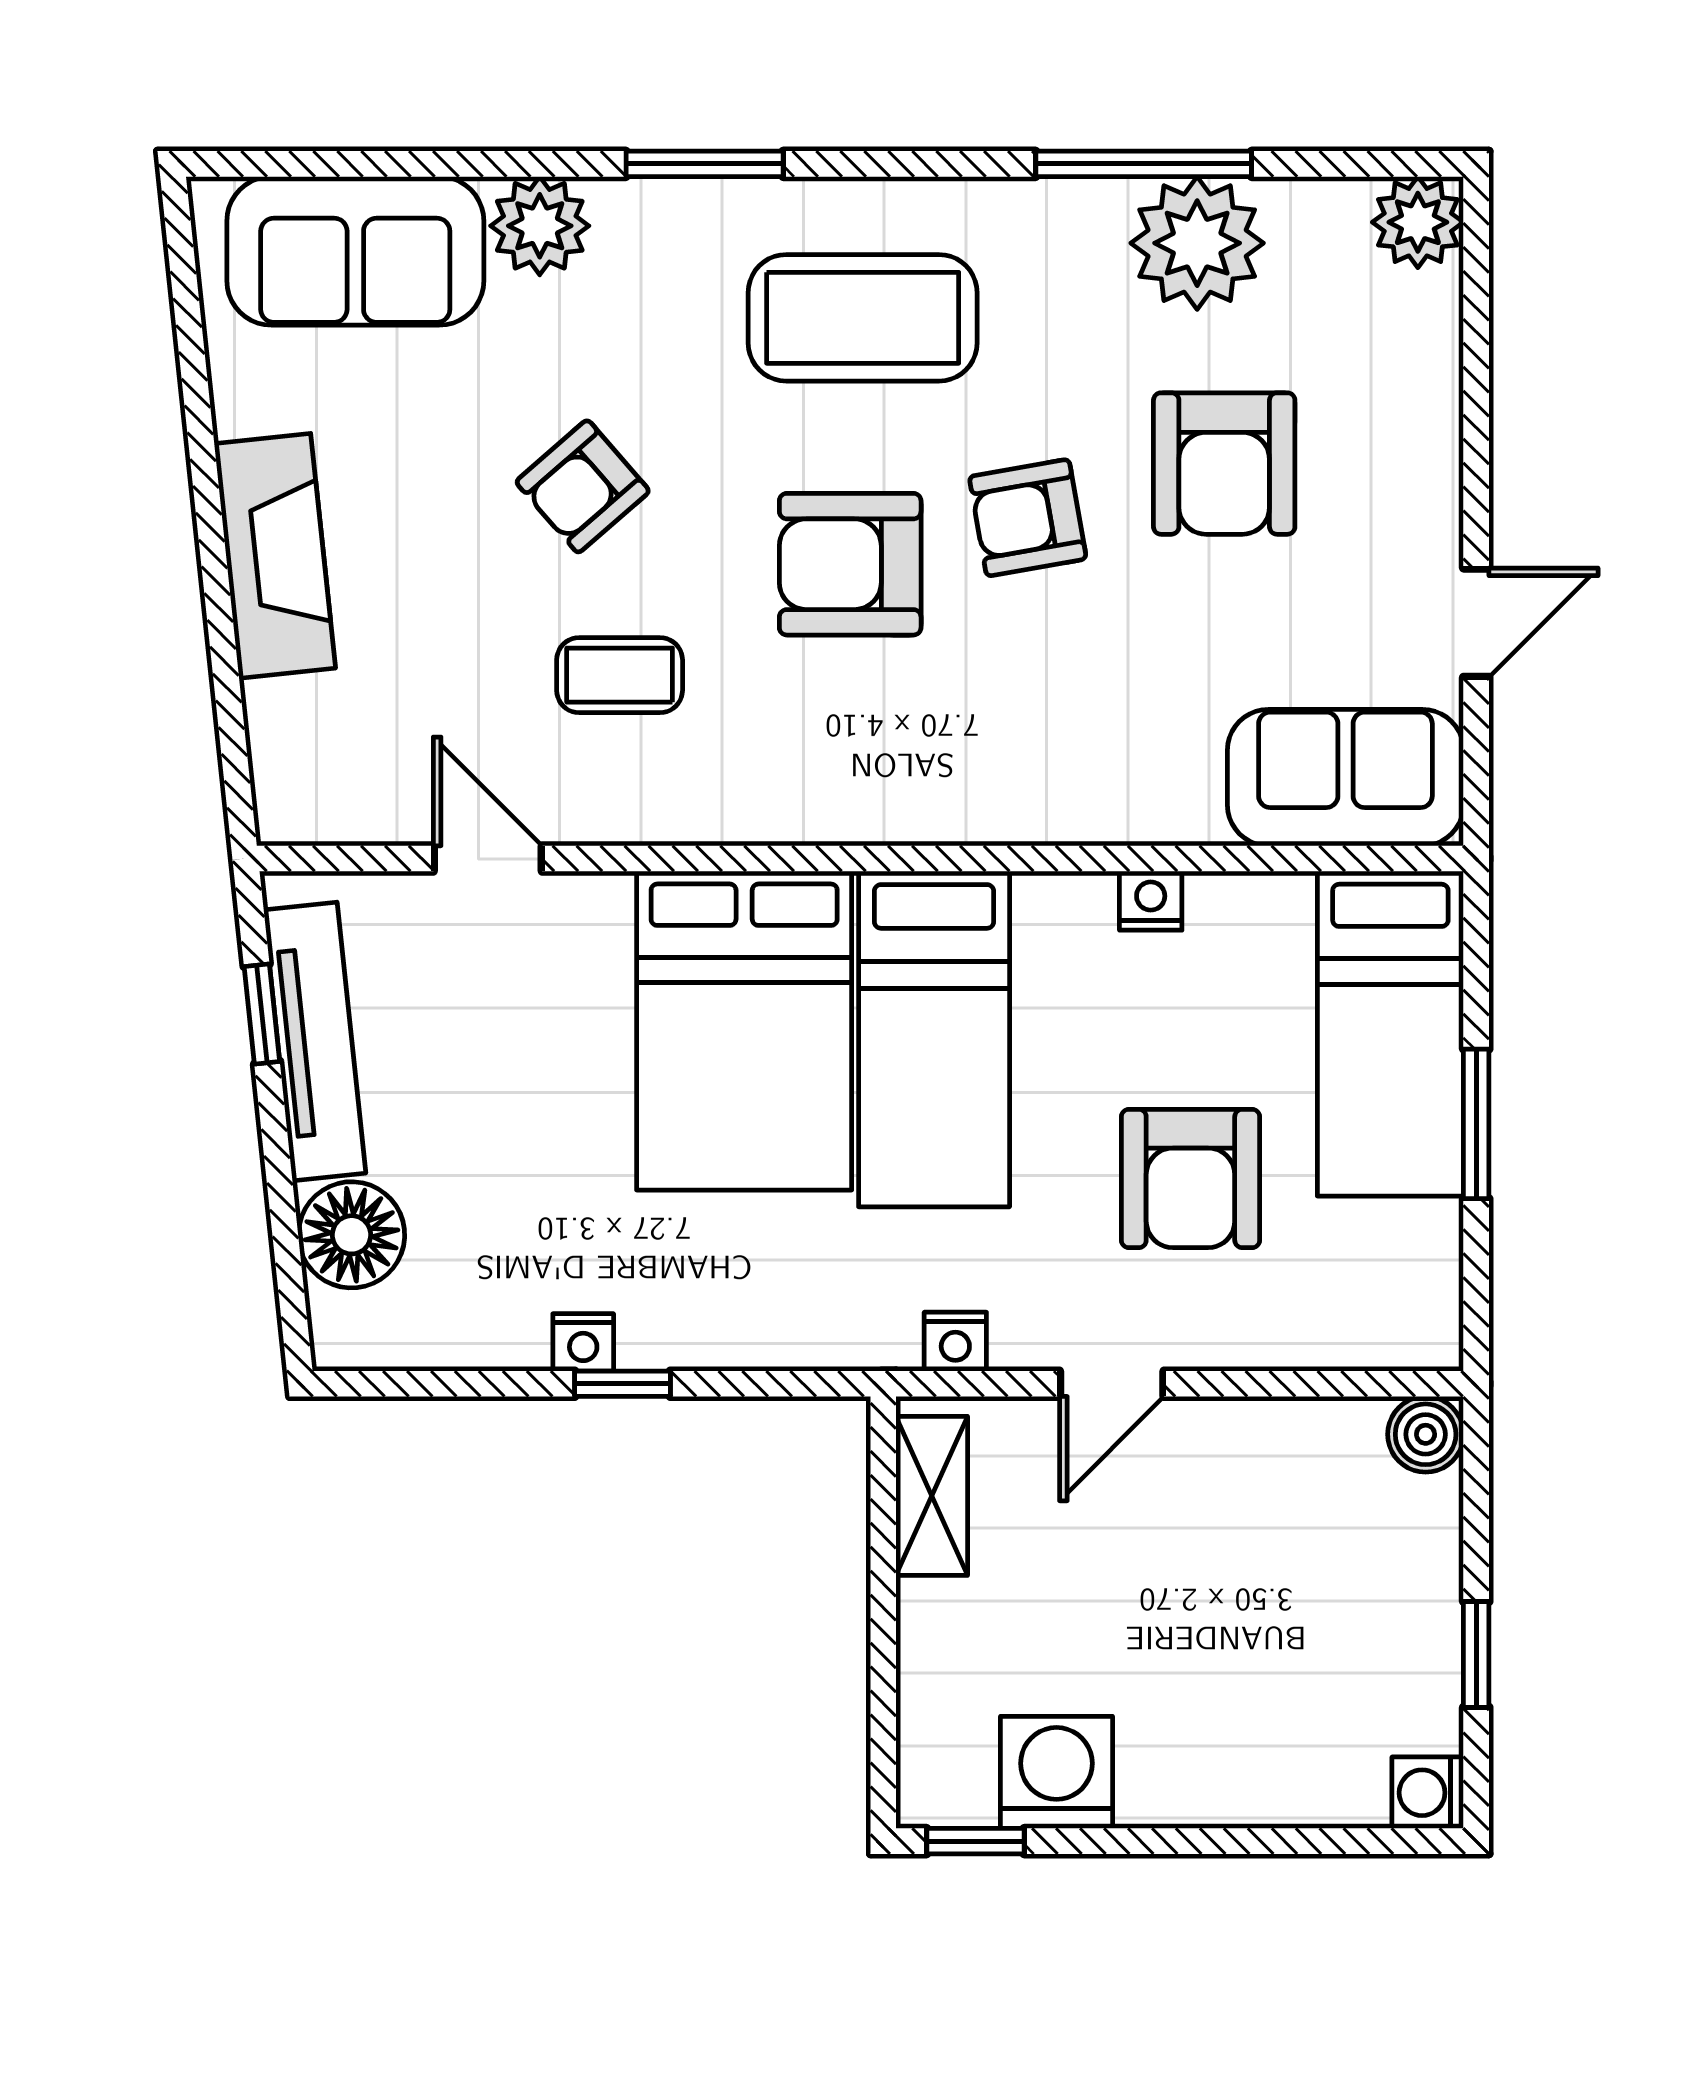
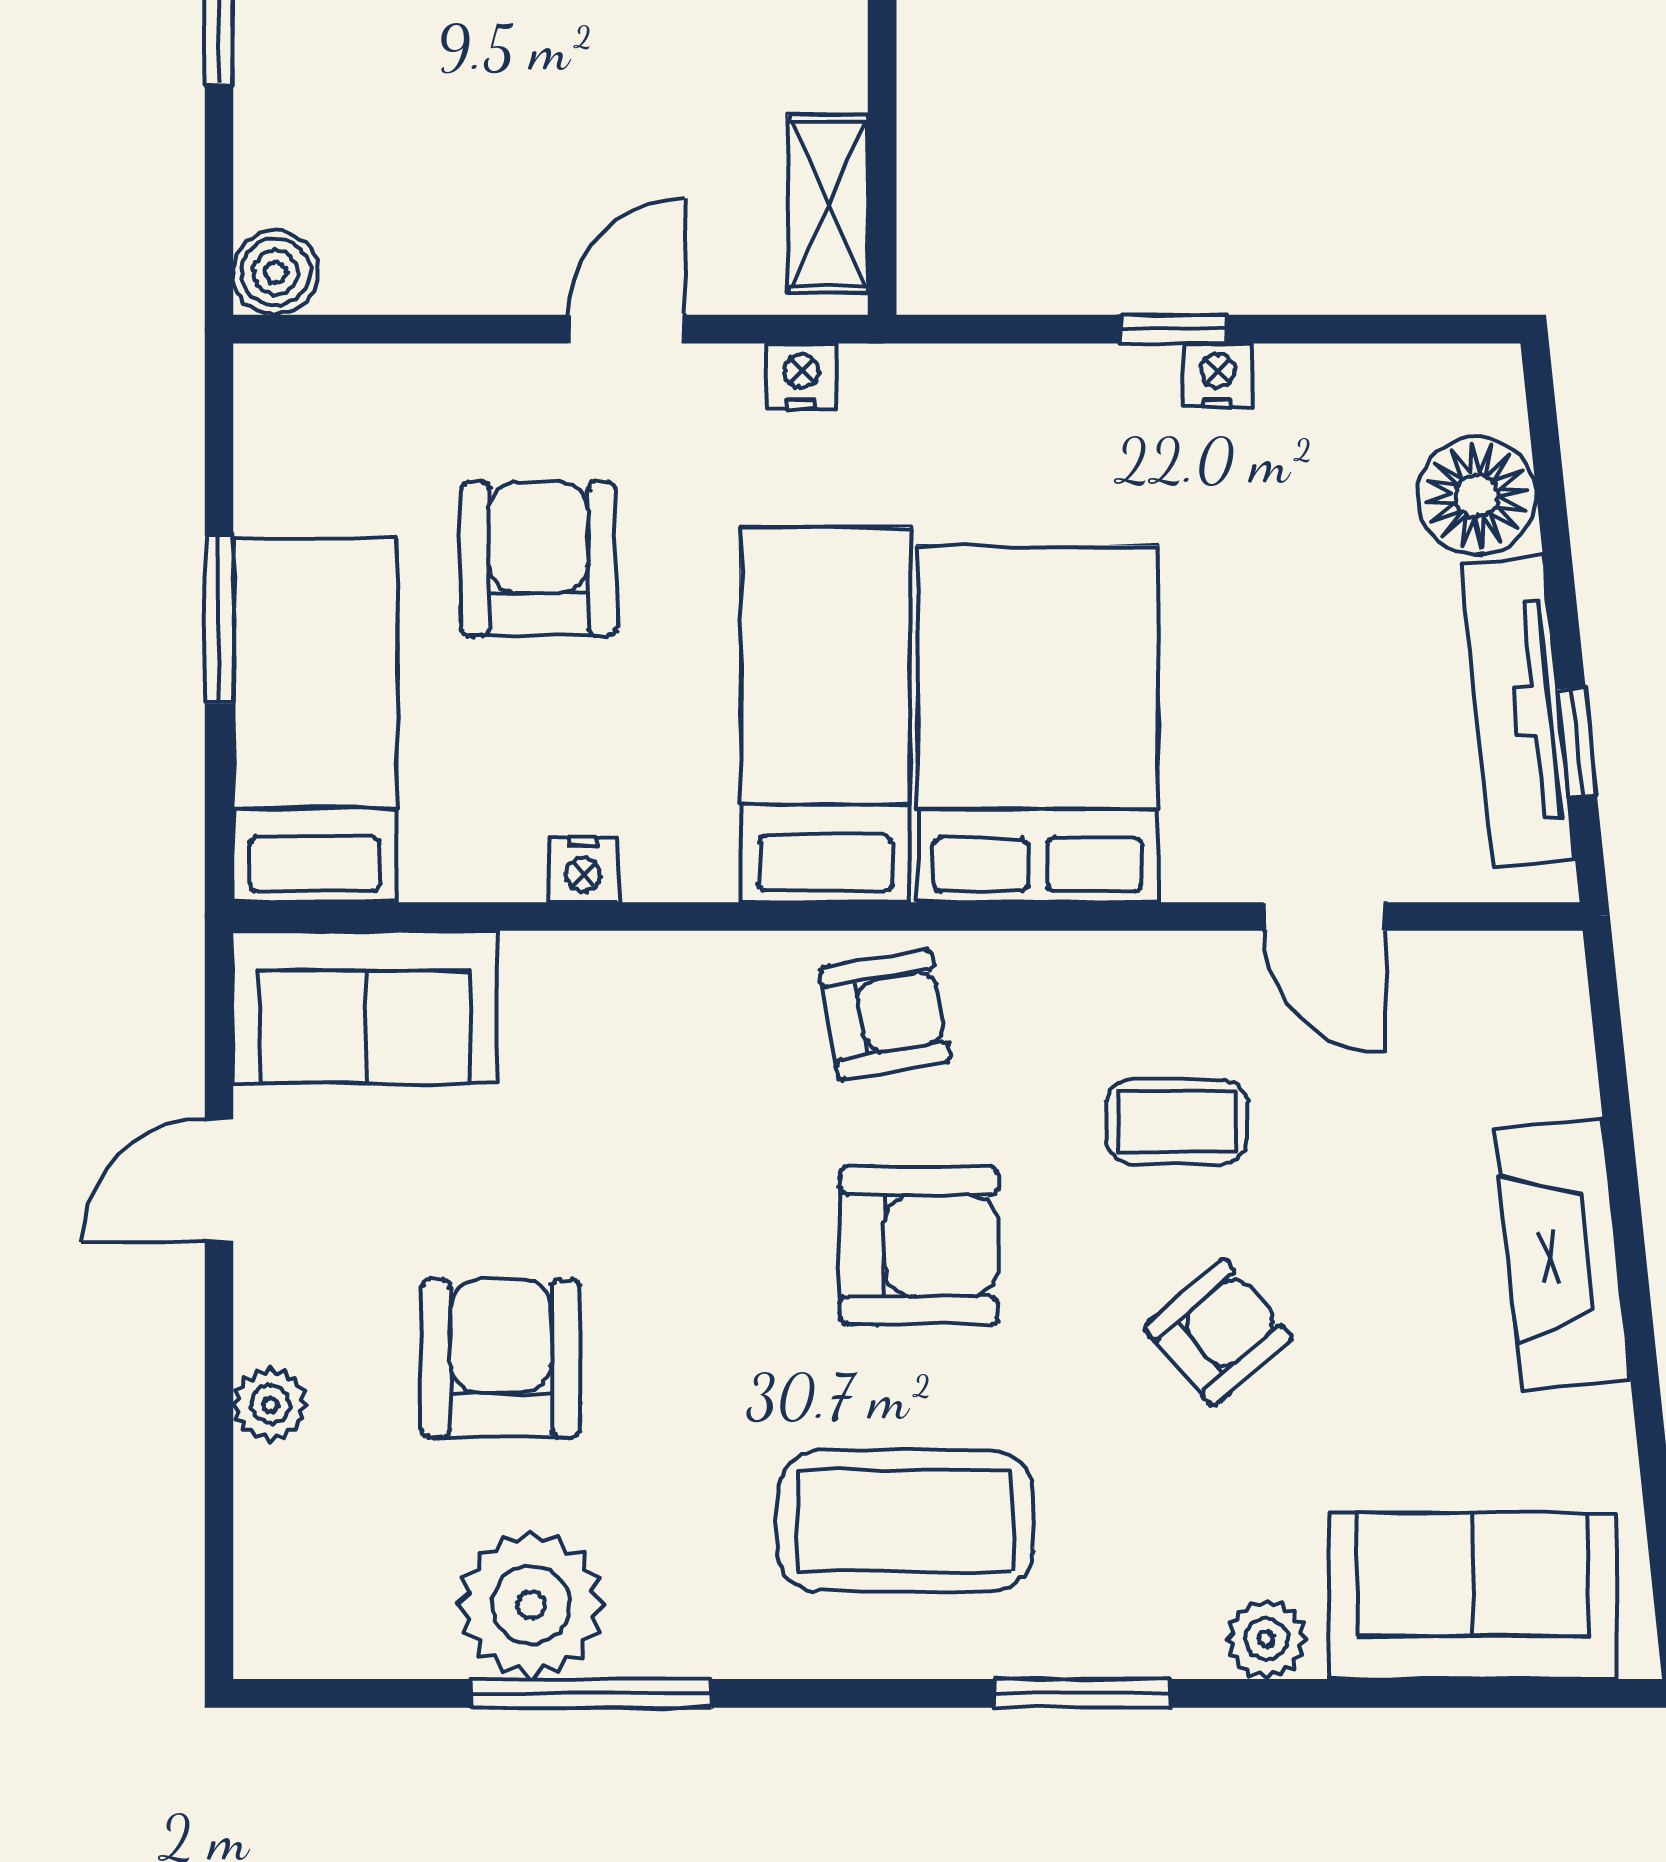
plant: (1418, 222) -> (270, 1405), moved, width x0.73, depth x0.73
plant: (540, 226) -> (1266, 1639), width x0.73, depth x0.73
armchair: (1028, 518) -> (885, 1015), moved

